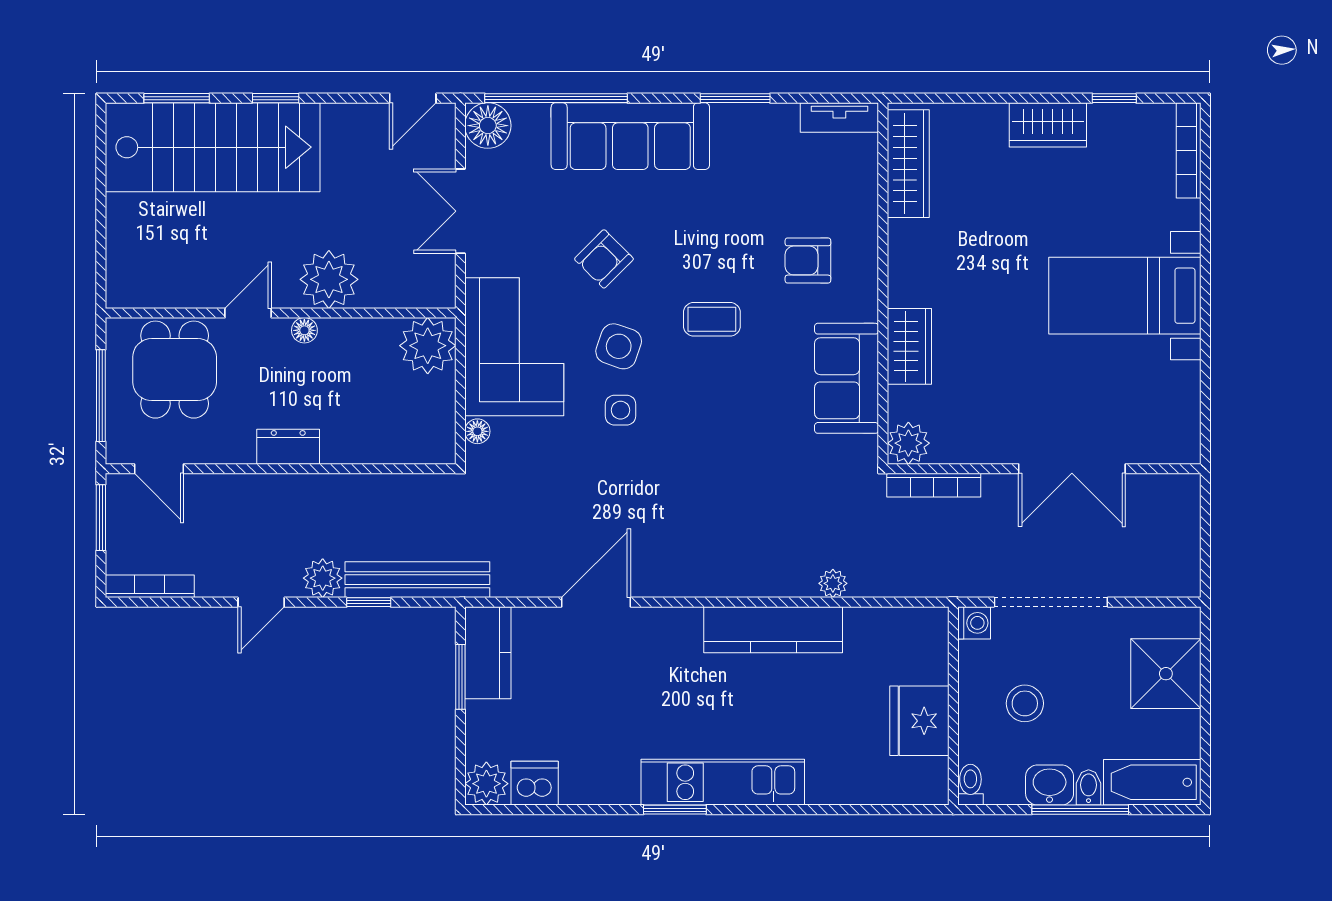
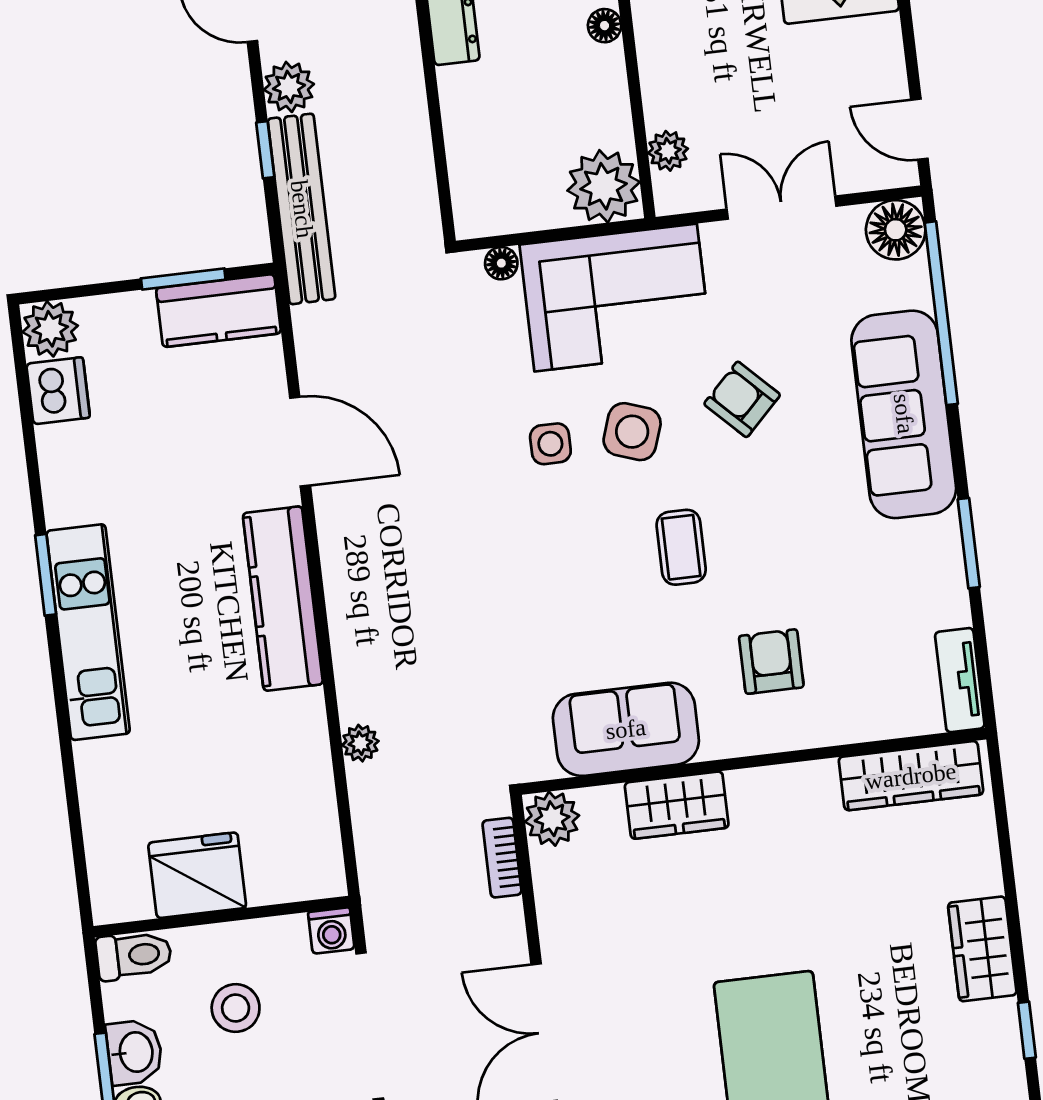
plant: (329, 279) -> (668, 151), moved, width x0.53, depth x0.53
bookcase: (934, 485) -> (502, 858), width x0.64
kitchen counter: (773, 630) -> (283, 599), moved
toilet: (970, 785) -> (134, 955), width x1.37, depth x1.39

